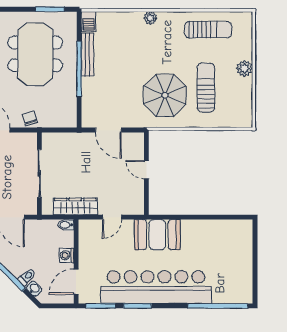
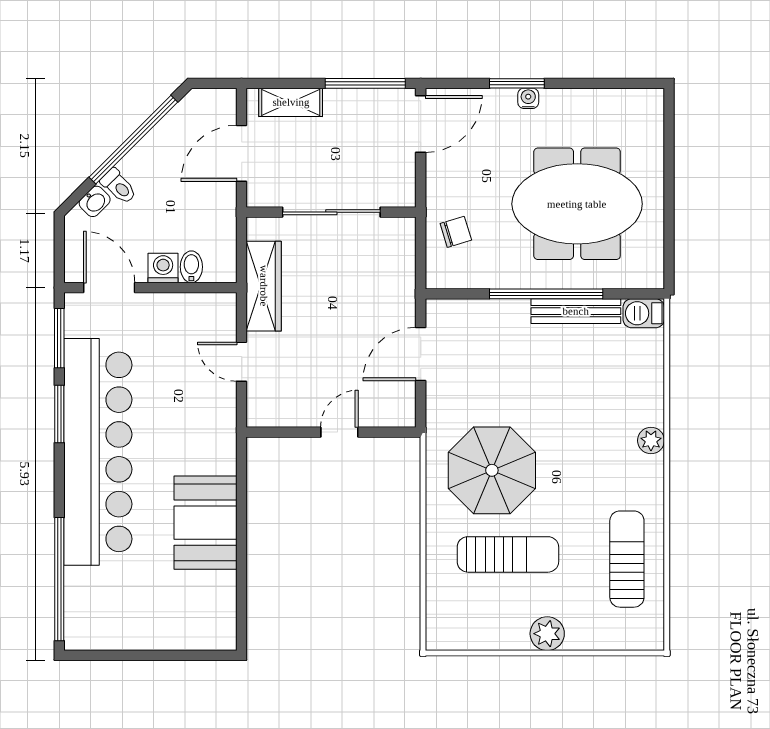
window: (50, 9) -> (669, 234), removed
sun lounger: (208, 30) -> (627, 559), turned 180
chair: (30, 118) -> (456, 232), moved
bidet: (66, 225) -> (191, 267), moved
booth: (157, 235) -> (205, 523), moved

